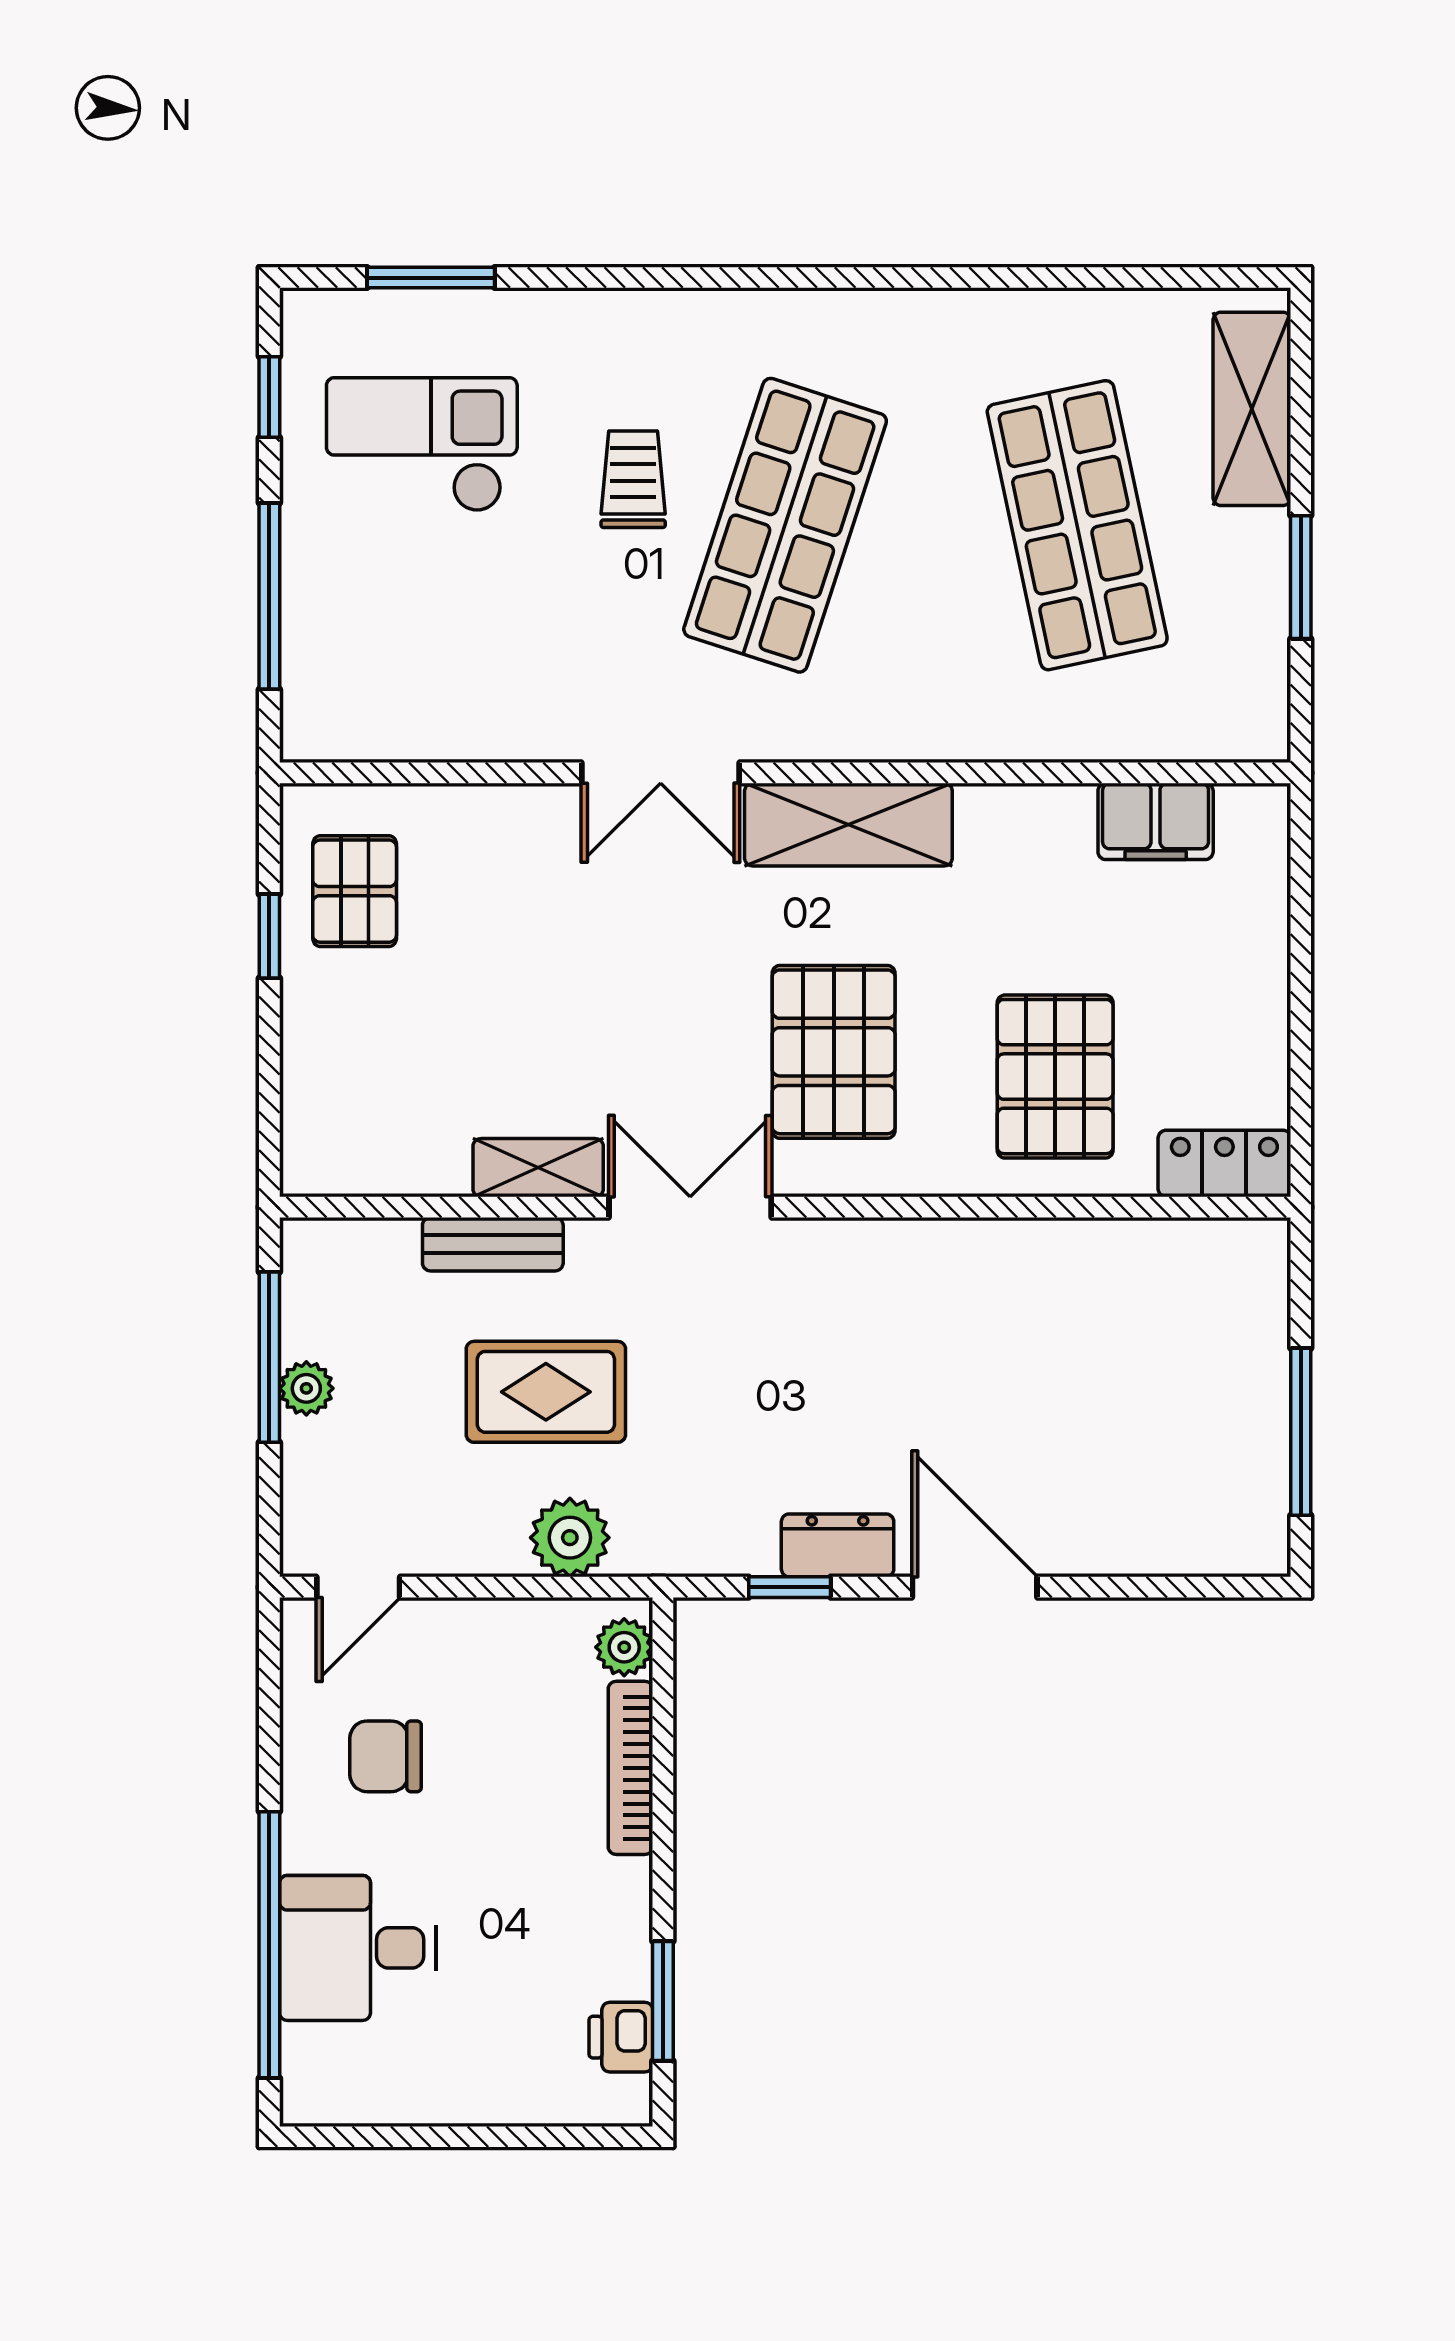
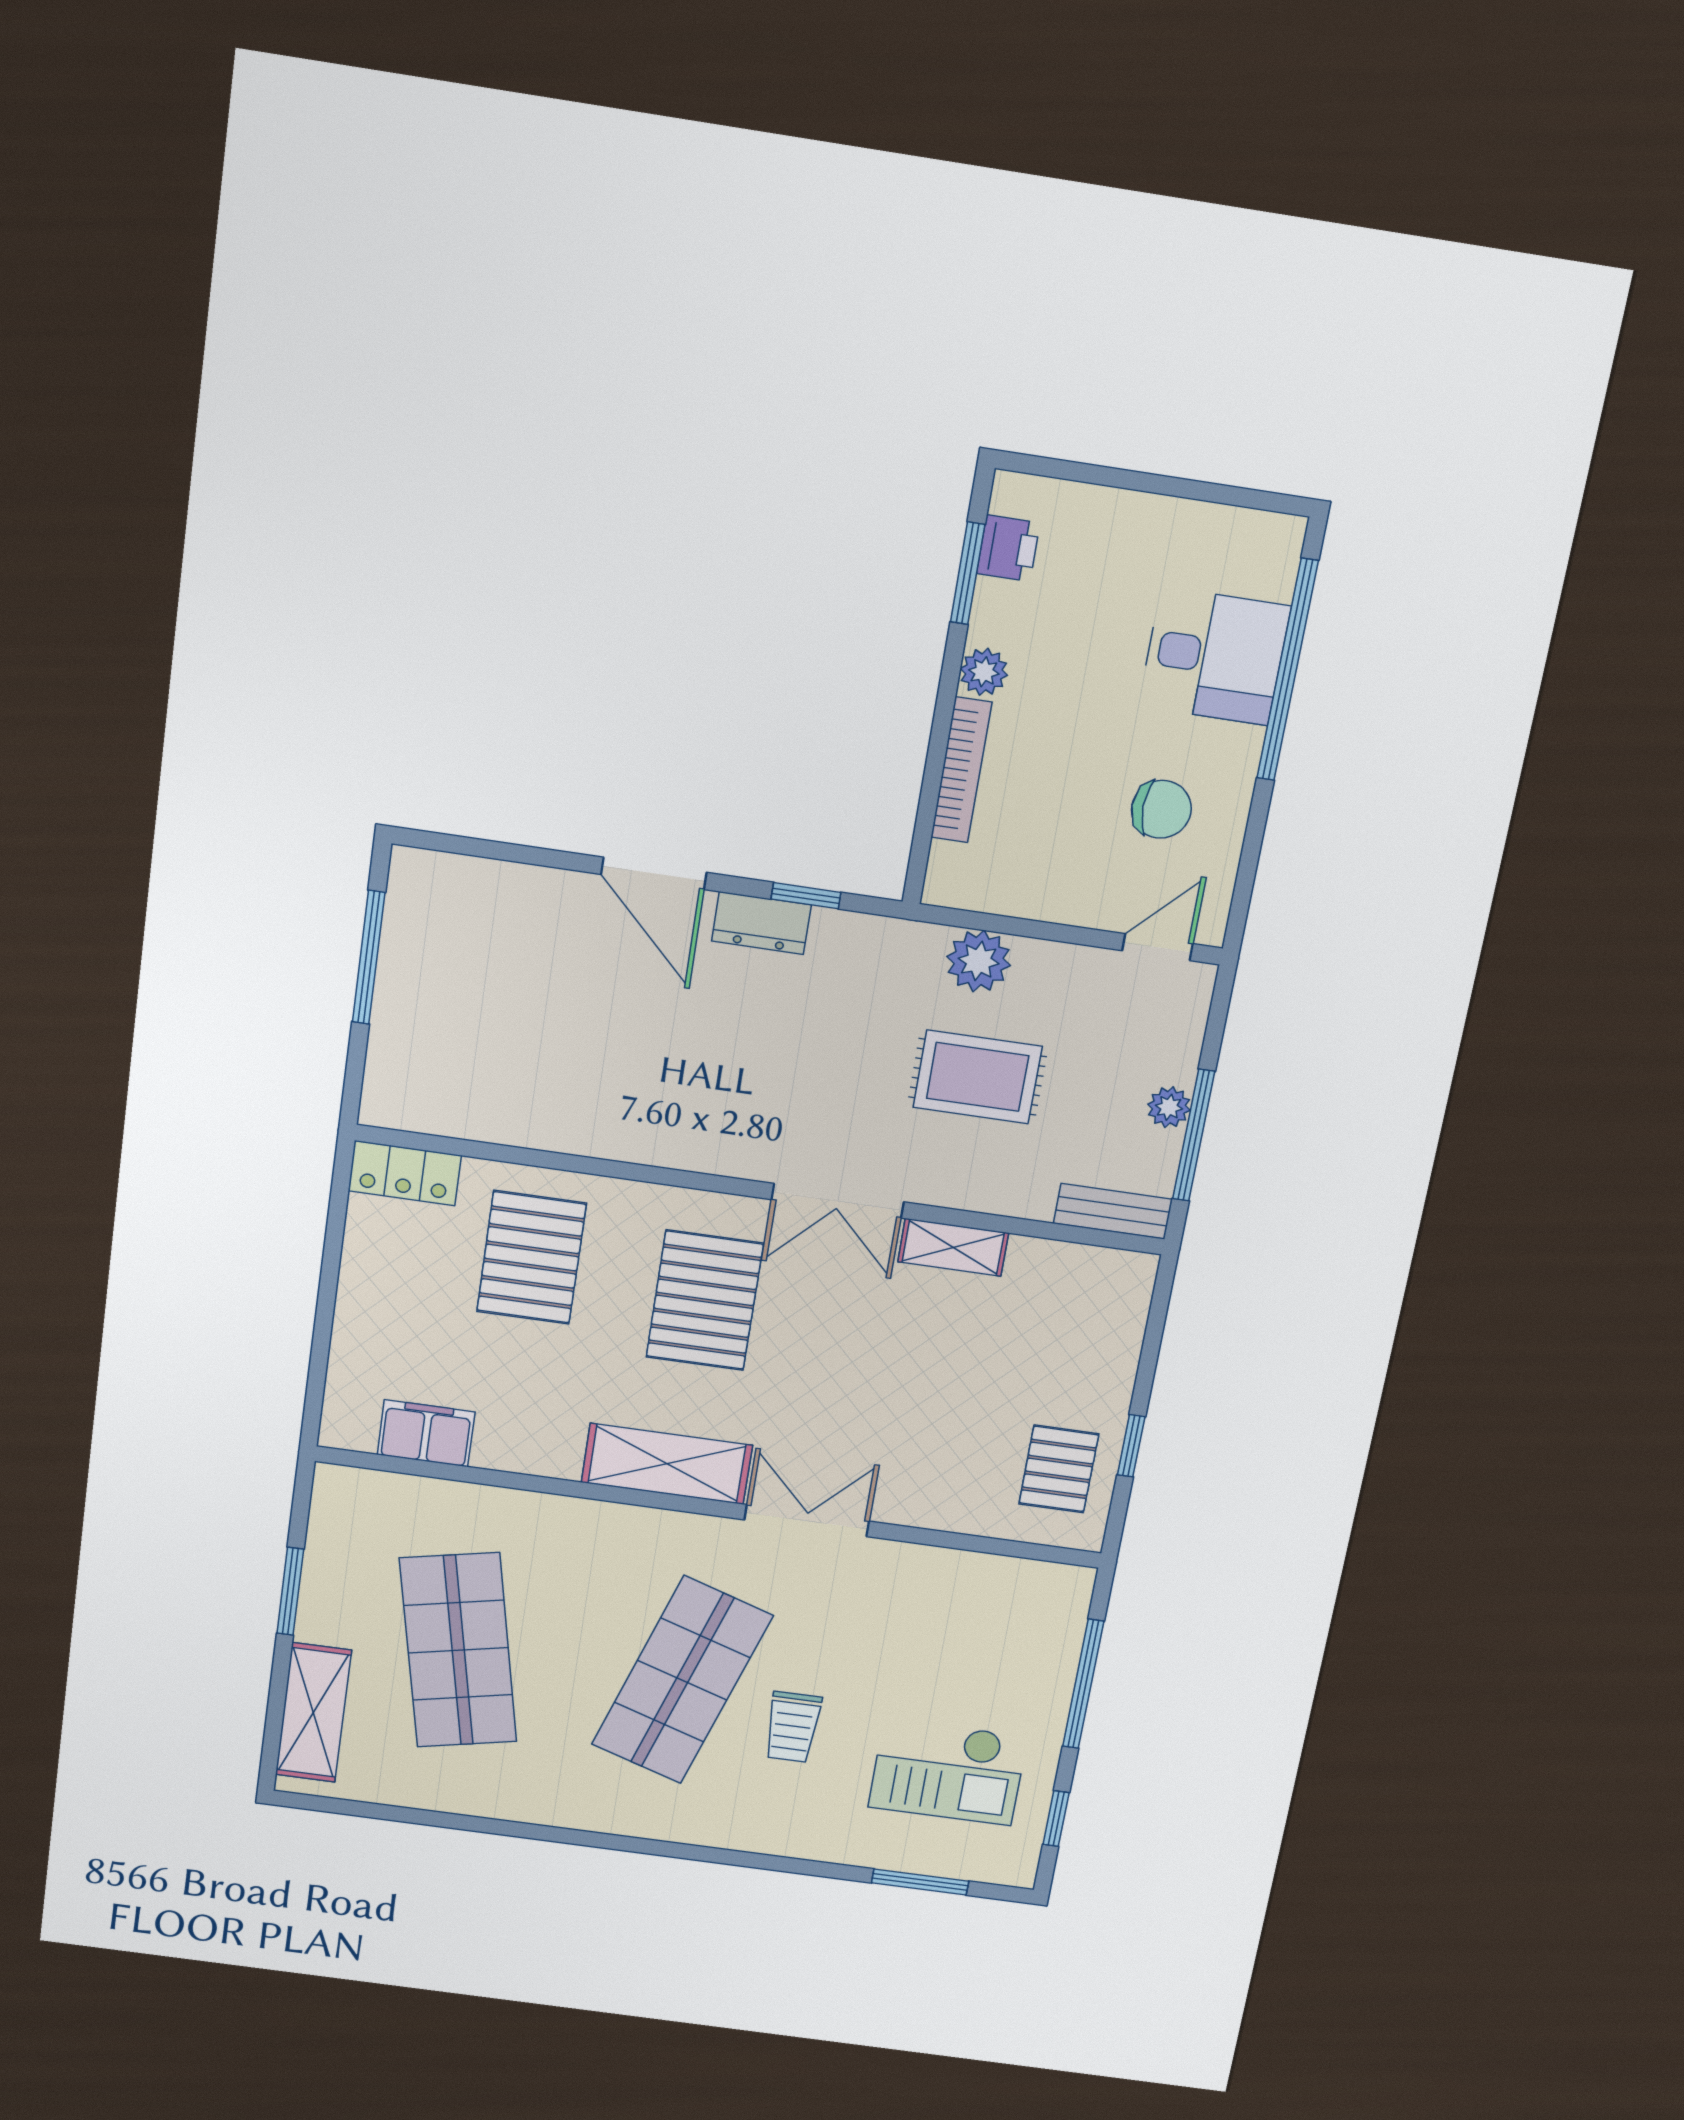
bench: (493, 1244) -> (1113, 1211), moved
plant: (624, 1647) -> (984, 672), moved

